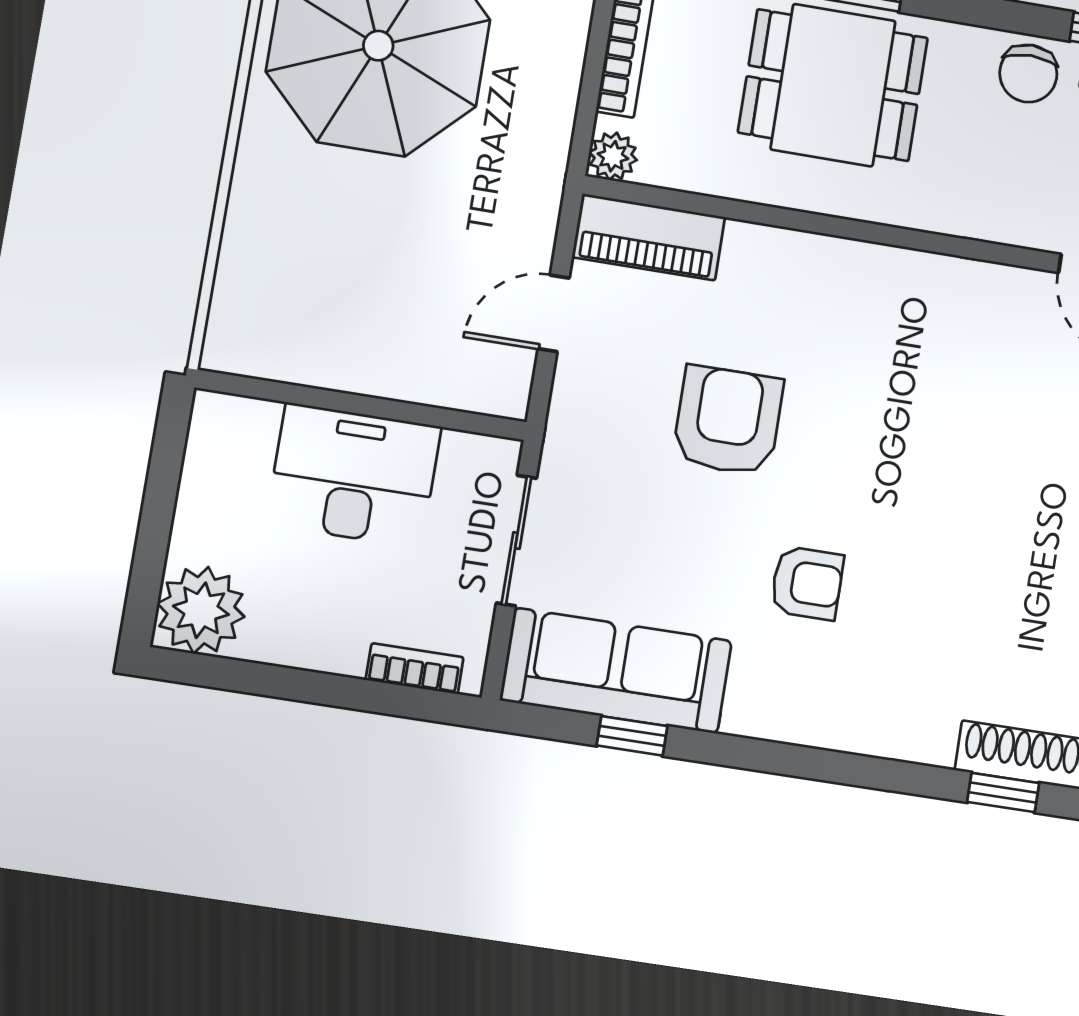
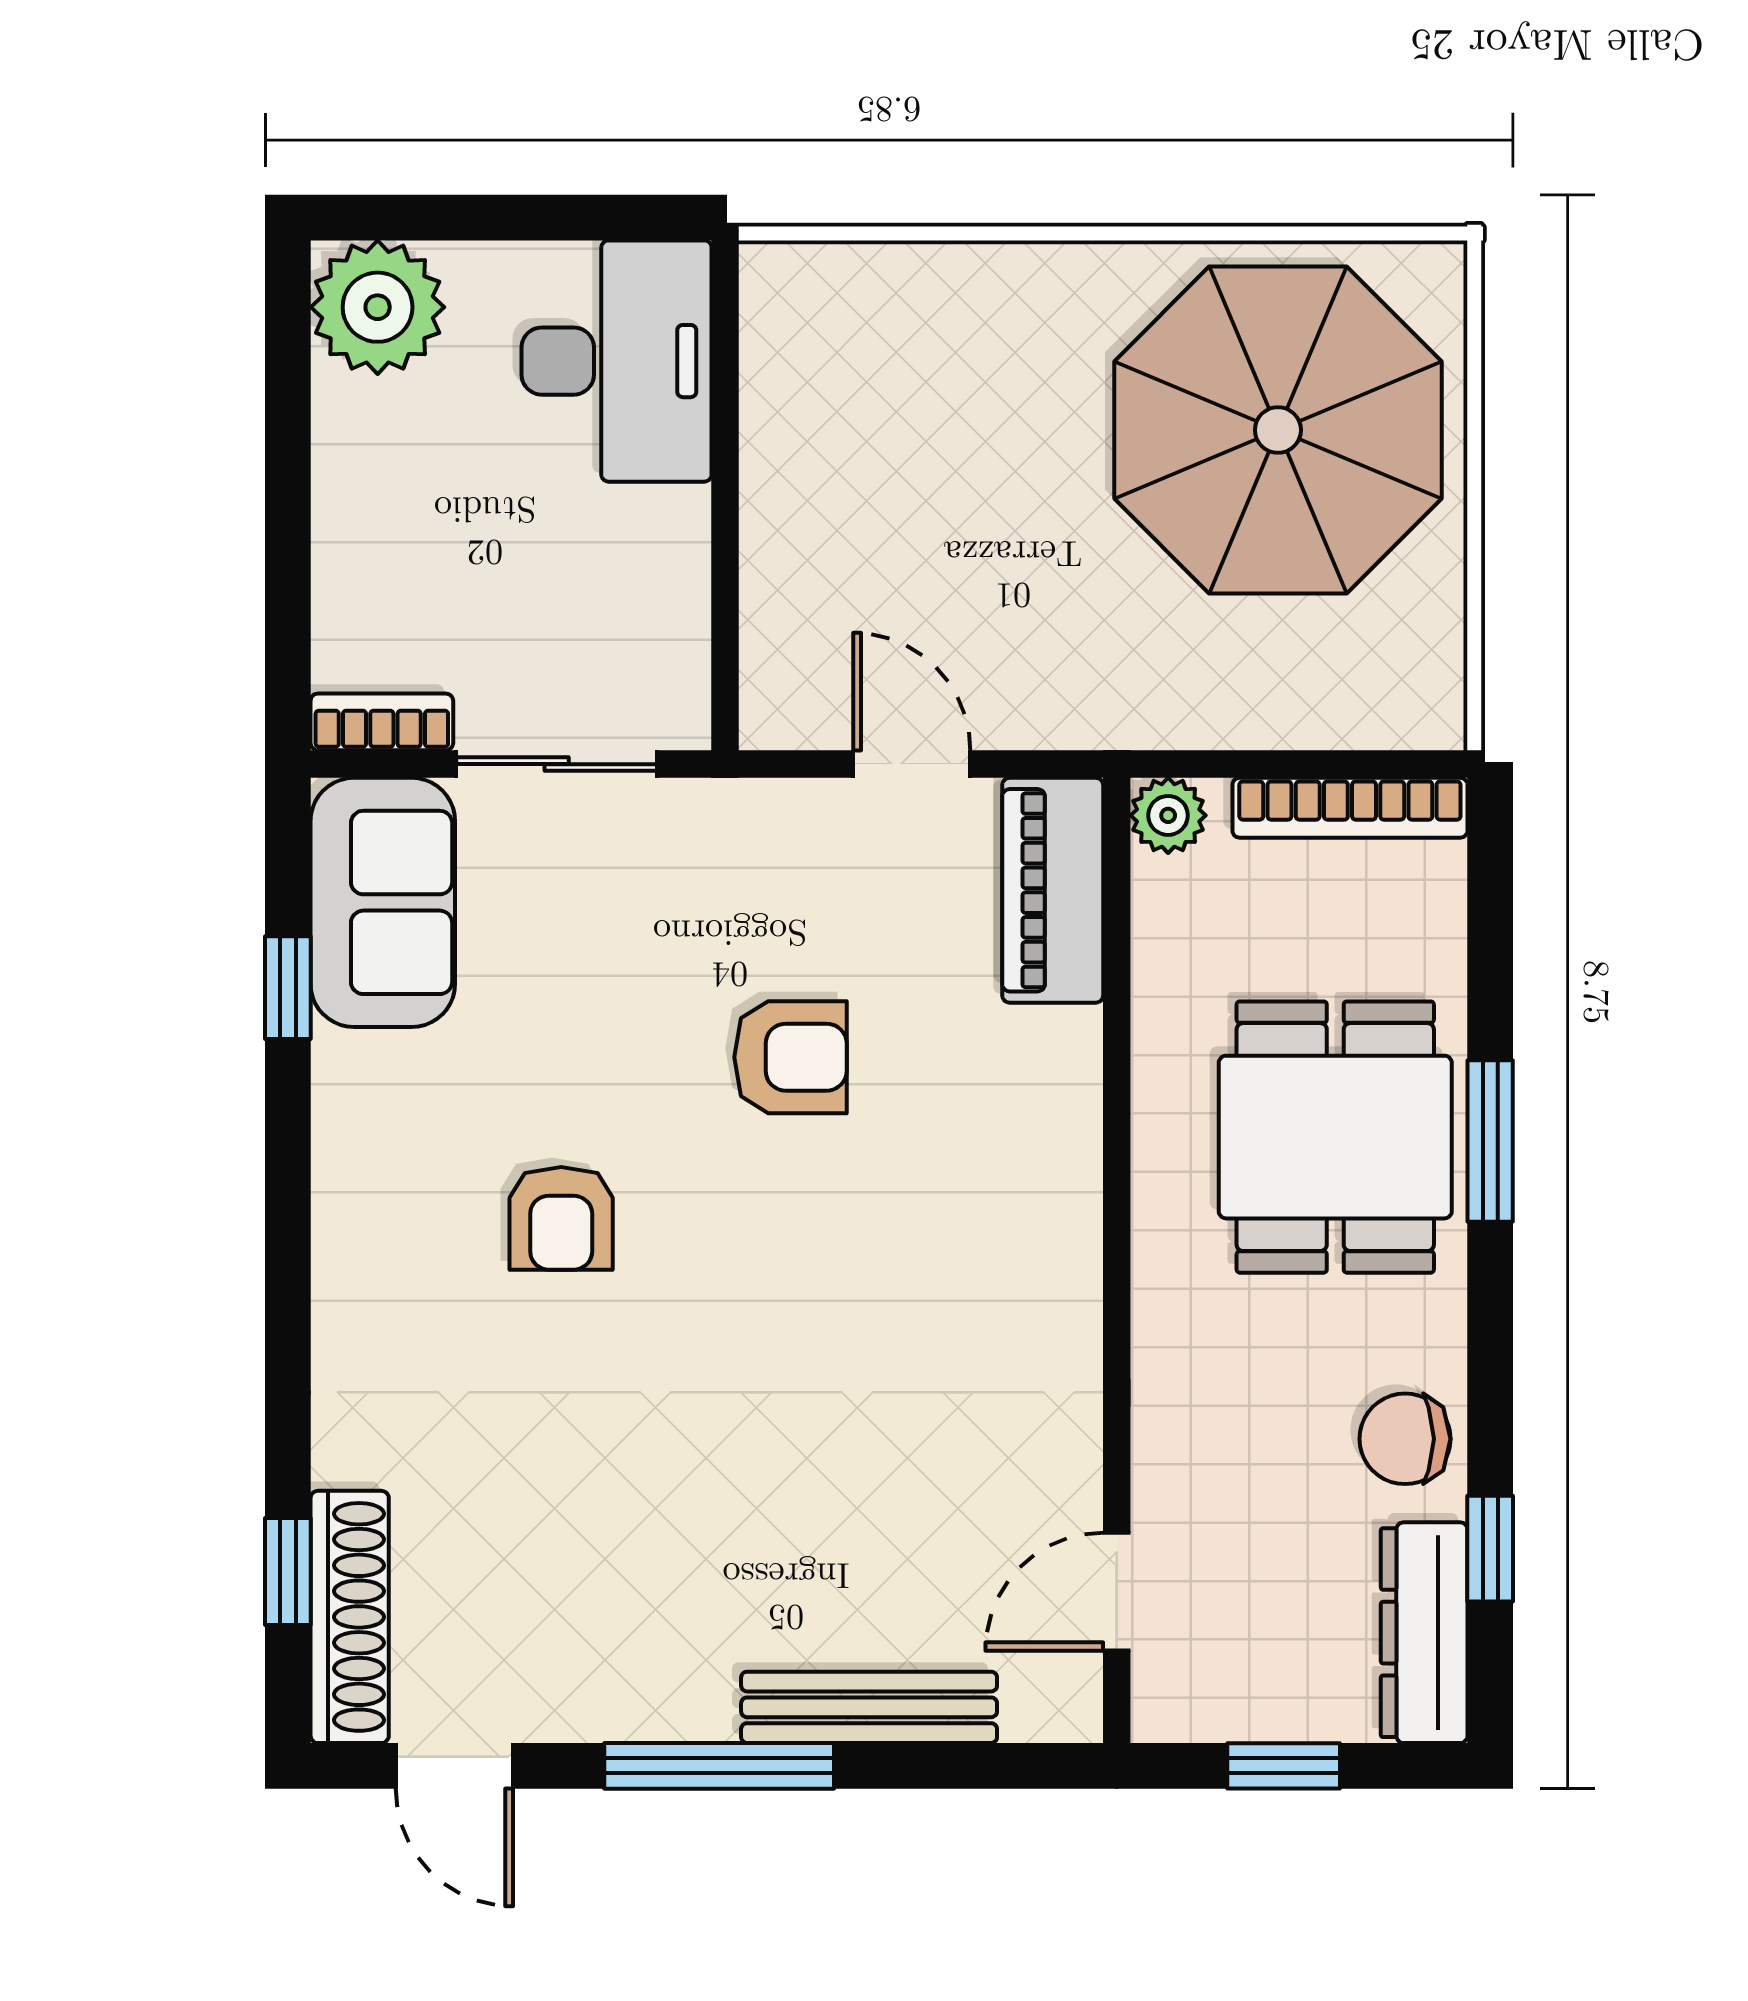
armchair: (728, 421) -> (790, 1057), width x0.72, depth x0.72
desk: (354, 475) -> (617, 361), moved
bookcase: (415, 669) -> (382, 722), moved, turned -90
sofa: (616, 671) -> (383, 902), width x0.73

